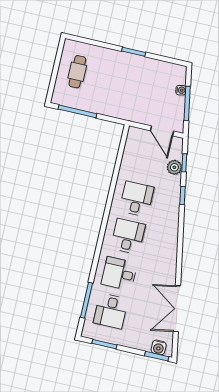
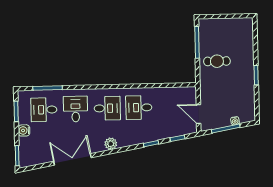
cafe table: (77, 72) -> (217, 61), moved
door: (162, 131) -> (199, 114), hinge flipped
plant: (174, 167) -> (111, 144), moved
desk: (137, 199) -> (139, 108), turned 180
double door: (177, 309) -> (72, 159), moved
water cooler: (159, 347) -> (24, 130), moved

